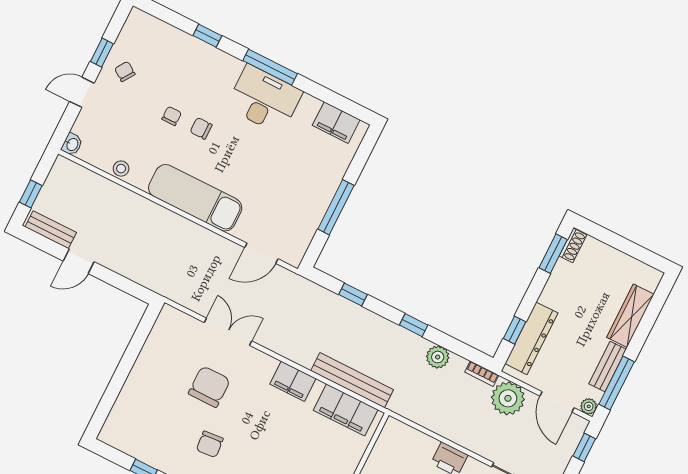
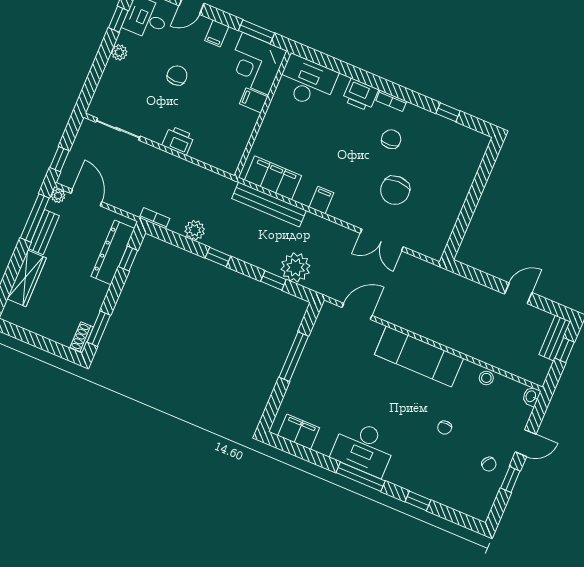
chair: (201, 128) -> (418, 418), removed
bench: (51, 230) -> (555, 338), moved, turned 90
filing cabinet: (293, 381) -> (321, 200), width x0.50
plant: (508, 398) -> (295, 267), moved

